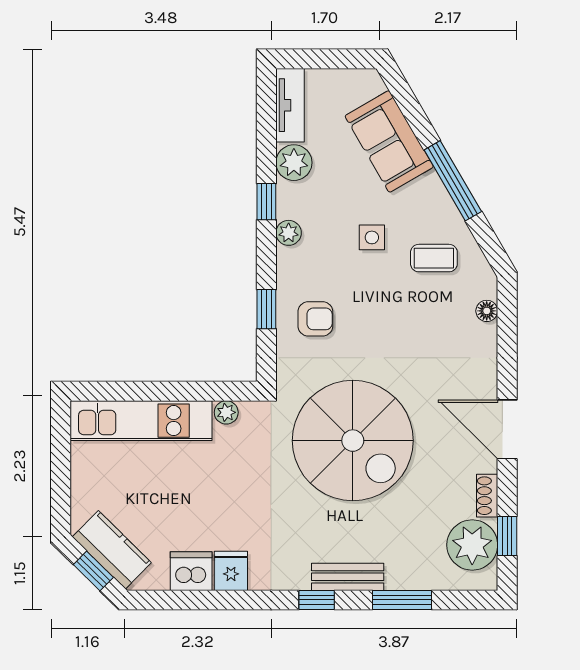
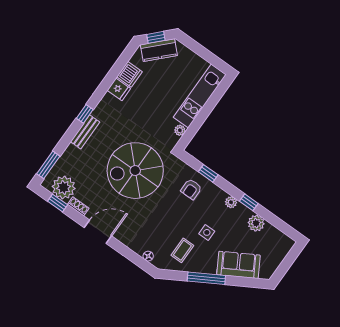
tv unit: (290, 105) -> (279, 237), removed
window: (402, 600) -> (48, 165), moved

